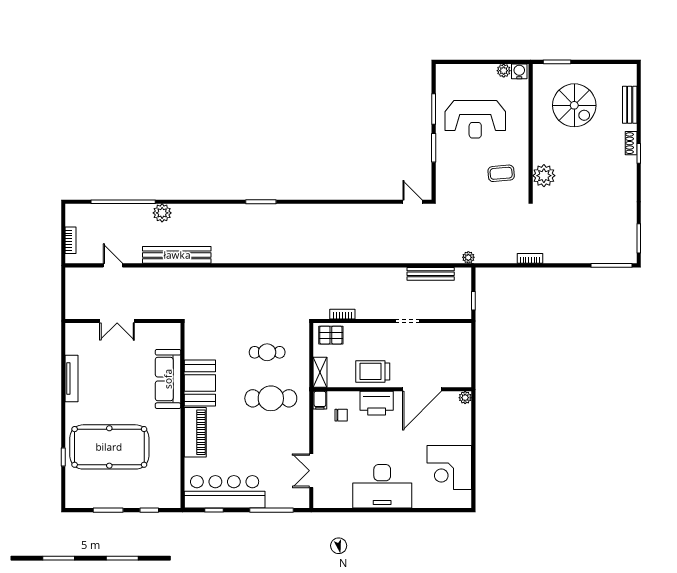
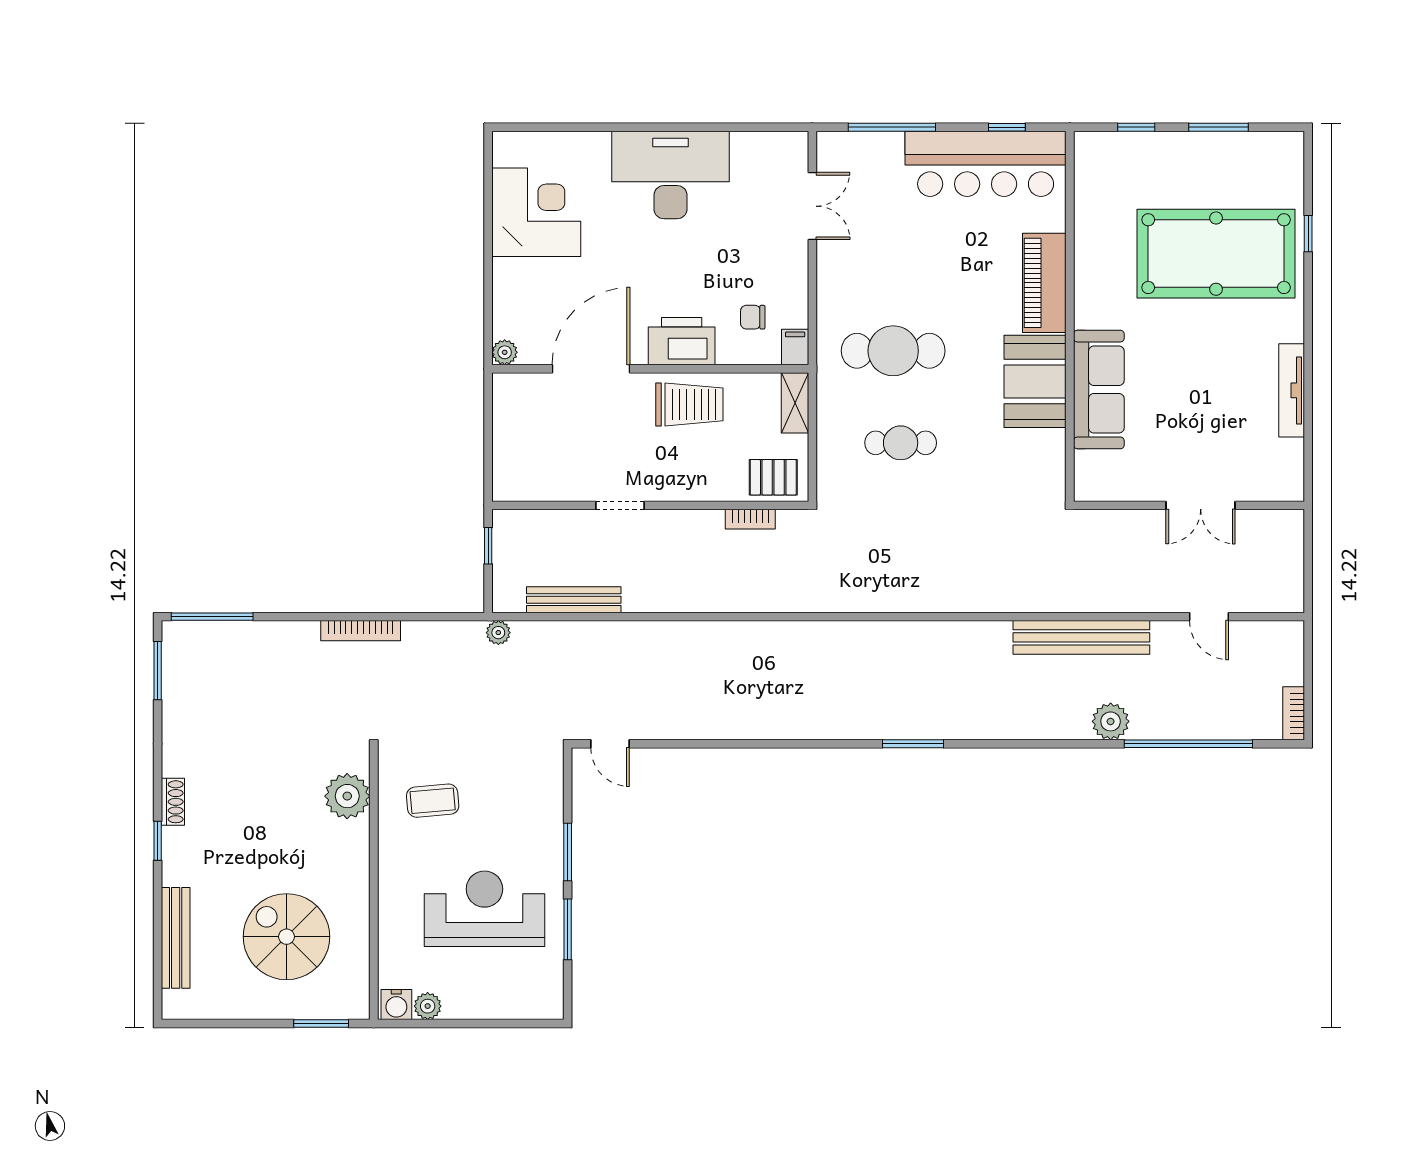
bench: (630, 105) -> (176, 938), width x1.36
shoe rack: (631, 143) -> (173, 802), moved
bookcase: (71, 240) -> (1294, 713), moved
bookcase: (530, 258) -> (361, 631), width x1.56
double door: (117, 321) -> (1201, 505), swing flipped

